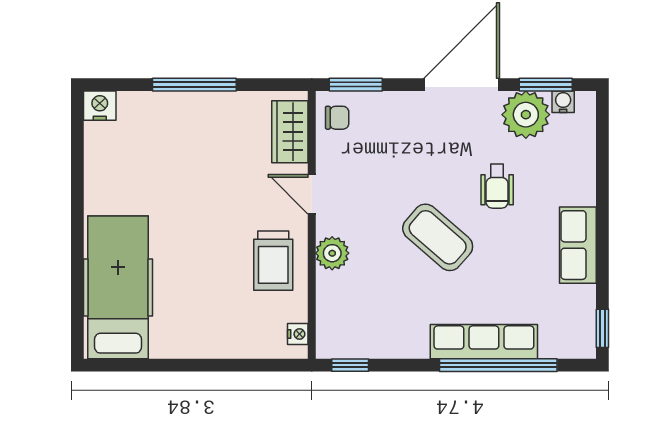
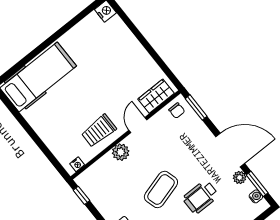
window: (194, 85) -> (144, 42), removed
plant: (526, 115) -> (240, 177), width x0.53, depth x0.53
wheelchair: (497, 186) -> (201, 197), width x1.36, depth x1.37
coffee table: (438, 237) -> (161, 189), turned 33

